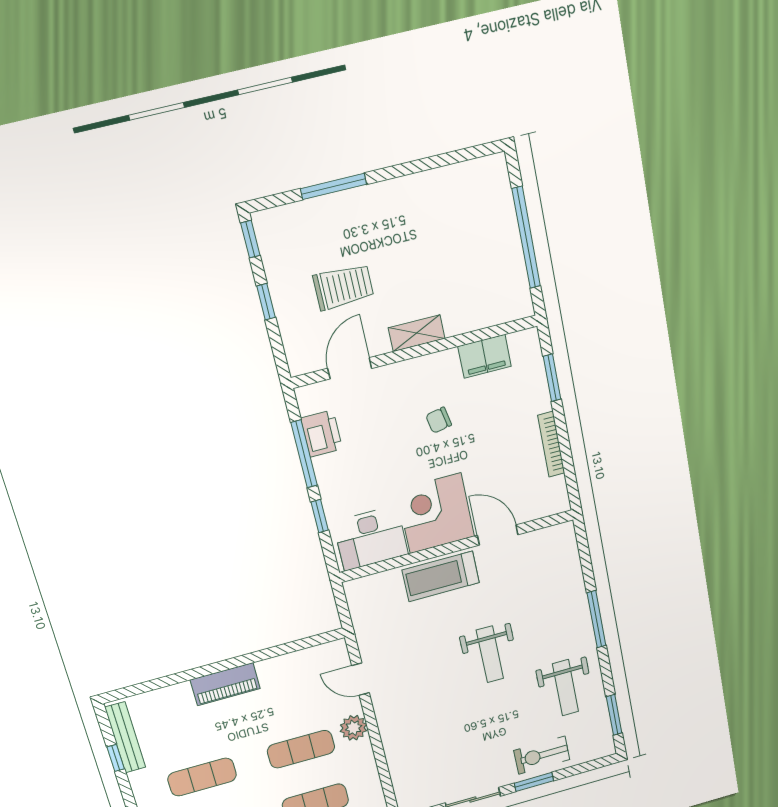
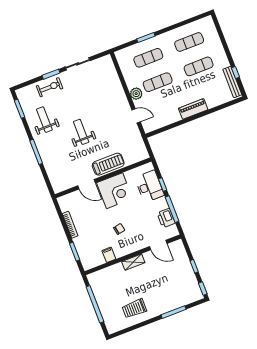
trolley: (343, 287) -> (134, 308), moved
filing cabinet: (485, 356) -> (109, 255), width x0.50
door: (350, 368) -> (158, 245), hinge flipped
desk: (371, 538) -> (149, 186), moved, turned 90

